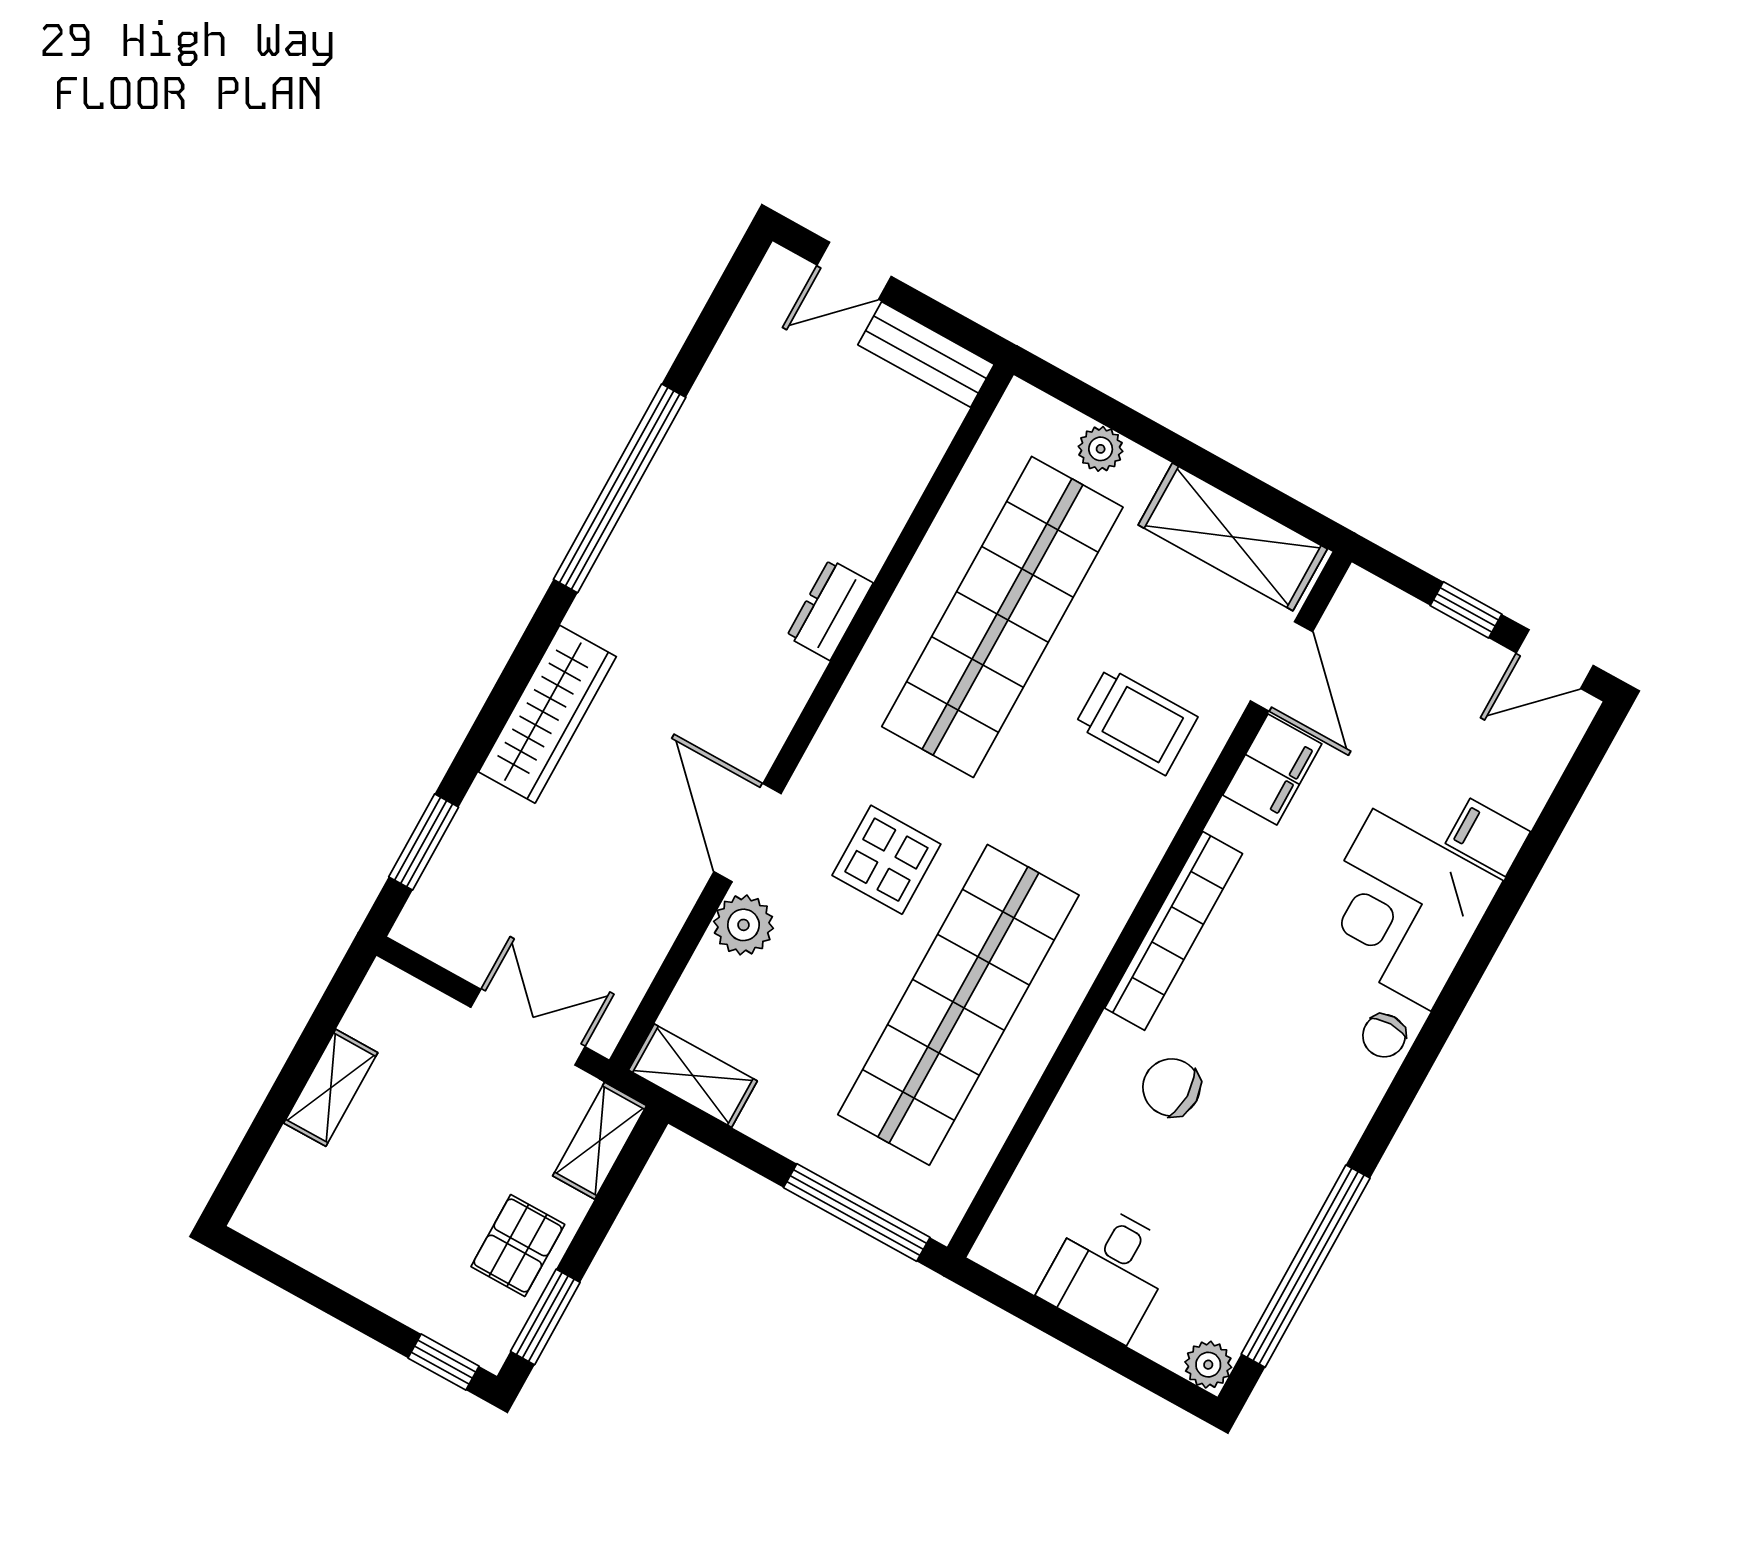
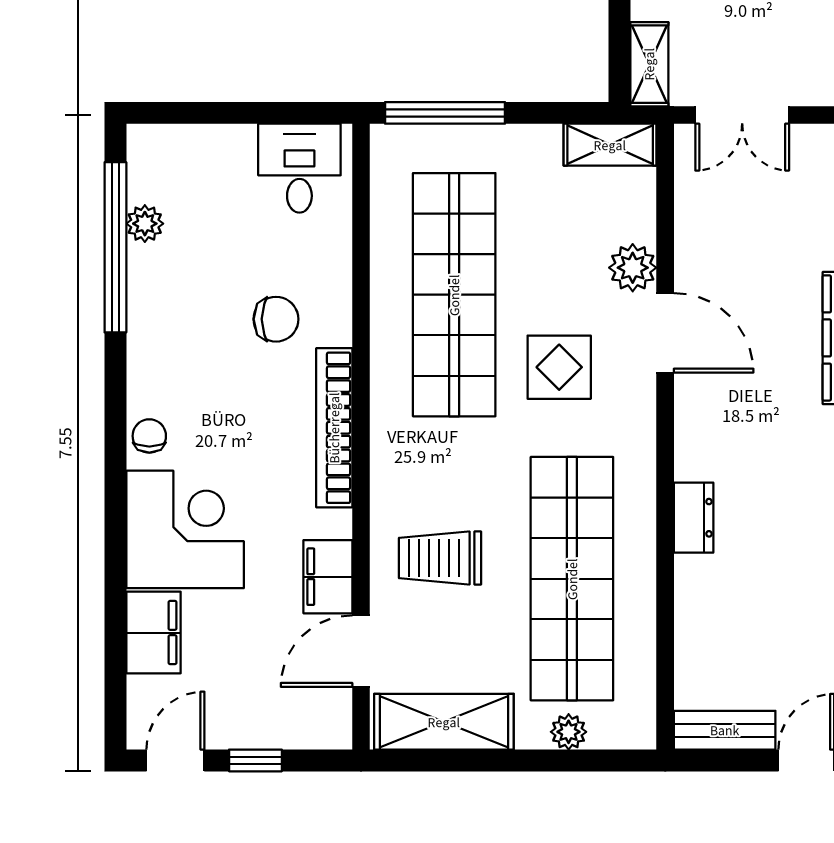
door: (1281, 666) -> (361, 651), hinge flipped
filing cabinet: (1488, 837) -> (153, 633), width x2.00
desk: (1108, 1271) -> (299, 168), moved
plant: (1208, 1365) -> (145, 224), moved

